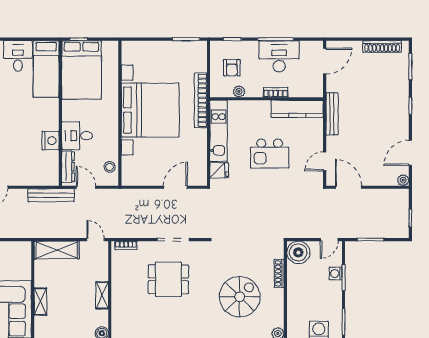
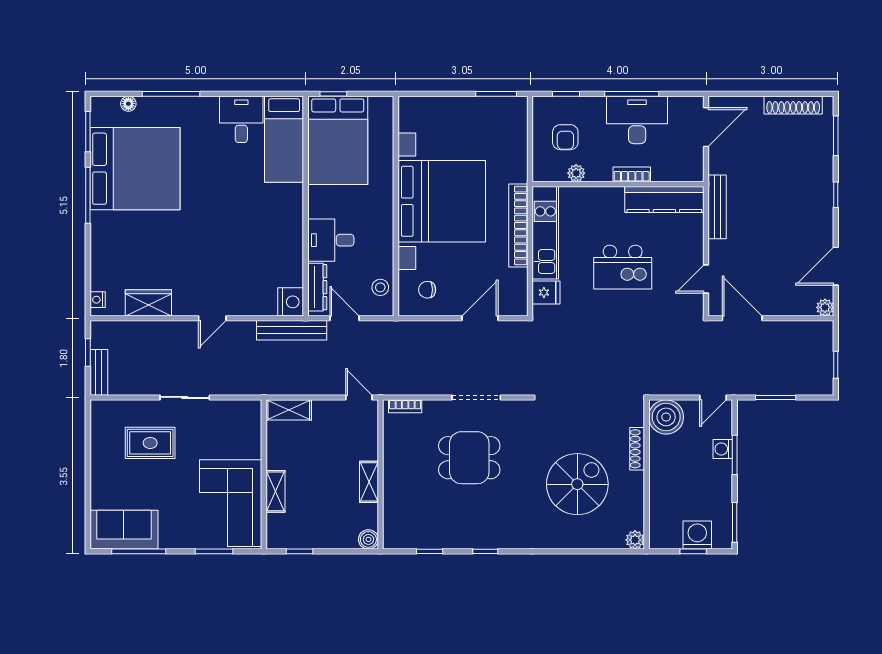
bookcase: (201, 100) -> (518, 225), moved
nightstand: (51, 141) -> (291, 302), moved
chair: (141, 168) -> (427, 290), added
shelving: (57, 250) -> (289, 410), width x0.67, depth x0.75

